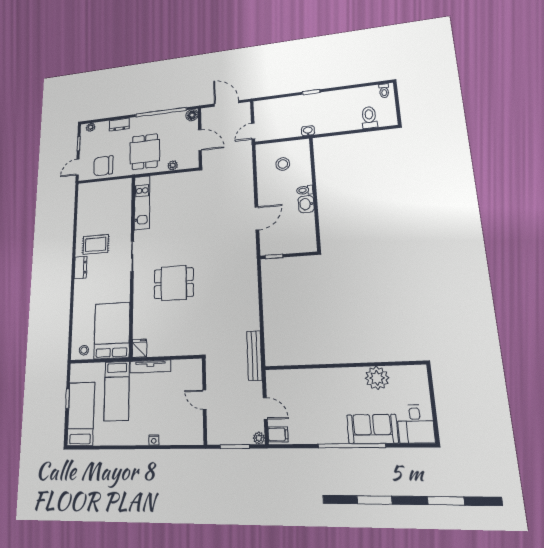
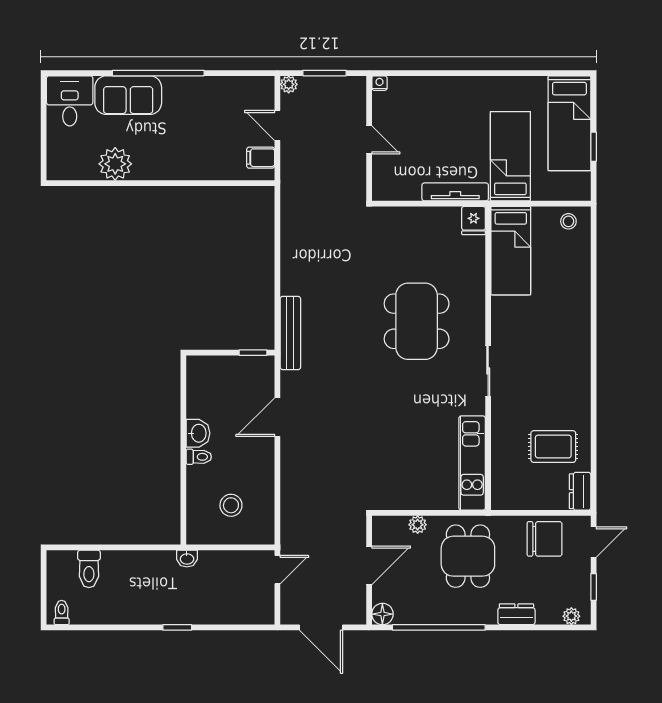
door: (200, 140) -> (369, 565), swing flipped
rug: (96, 244) -> (553, 447), moved
dresser: (81, 267) -> (580, 491), moved
dining table: (174, 283) -> (417, 321), width x1.37
bed: (112, 331) -> (511, 251), width x0.67
bench: (254, 355) -> (290, 333), moved
filing cabinet: (278, 434) -> (261, 158), moved
nightstand: (154, 440) -> (379, 83), moved

